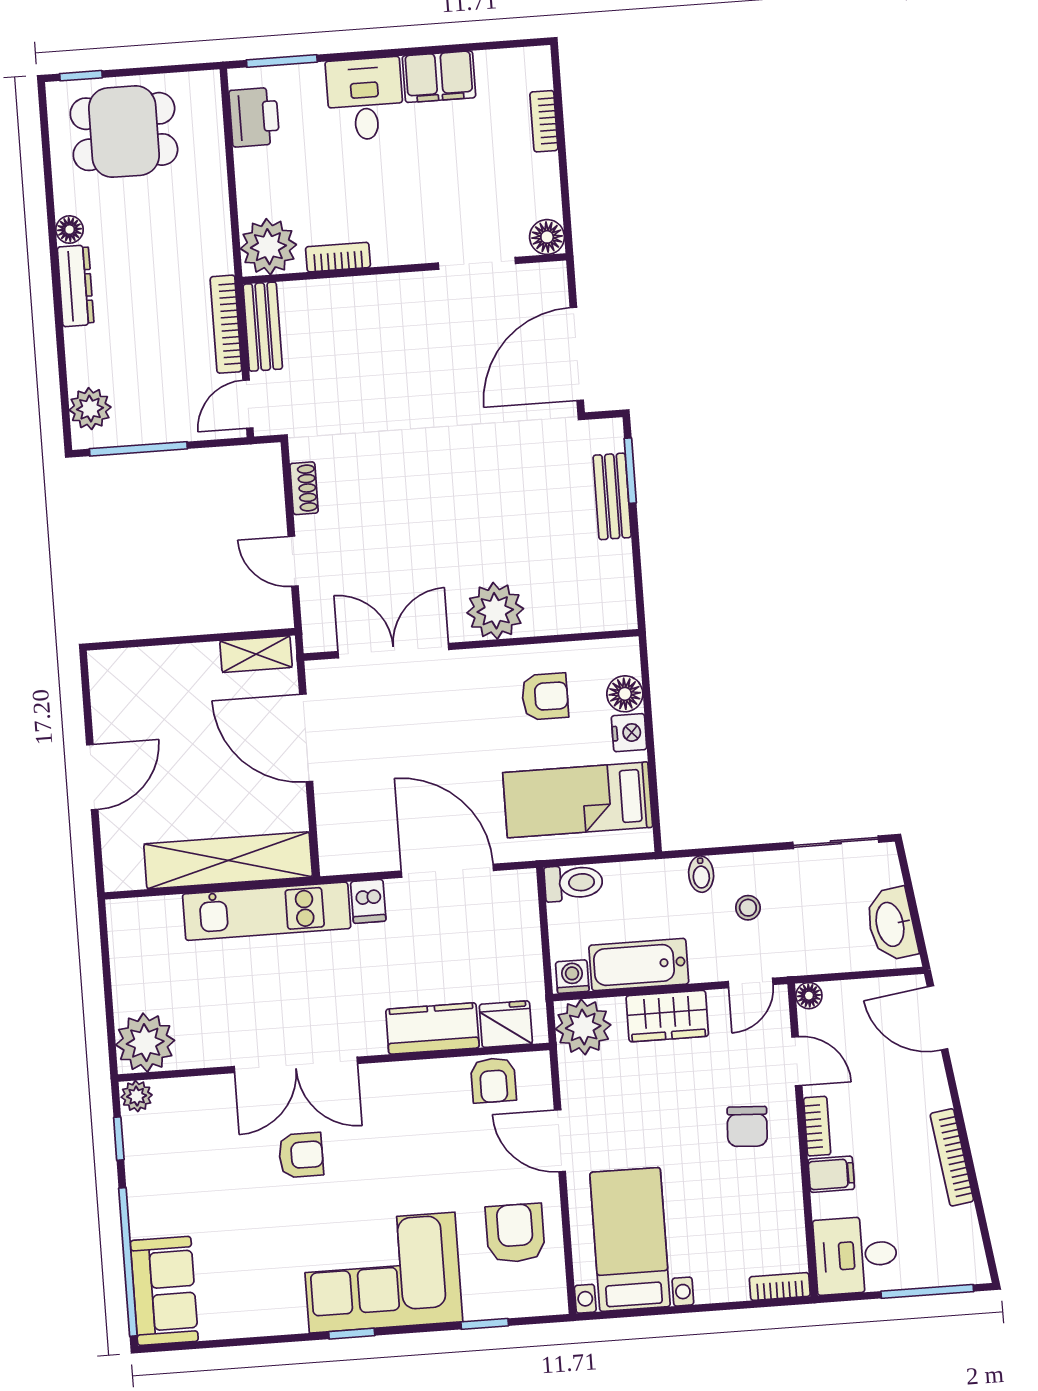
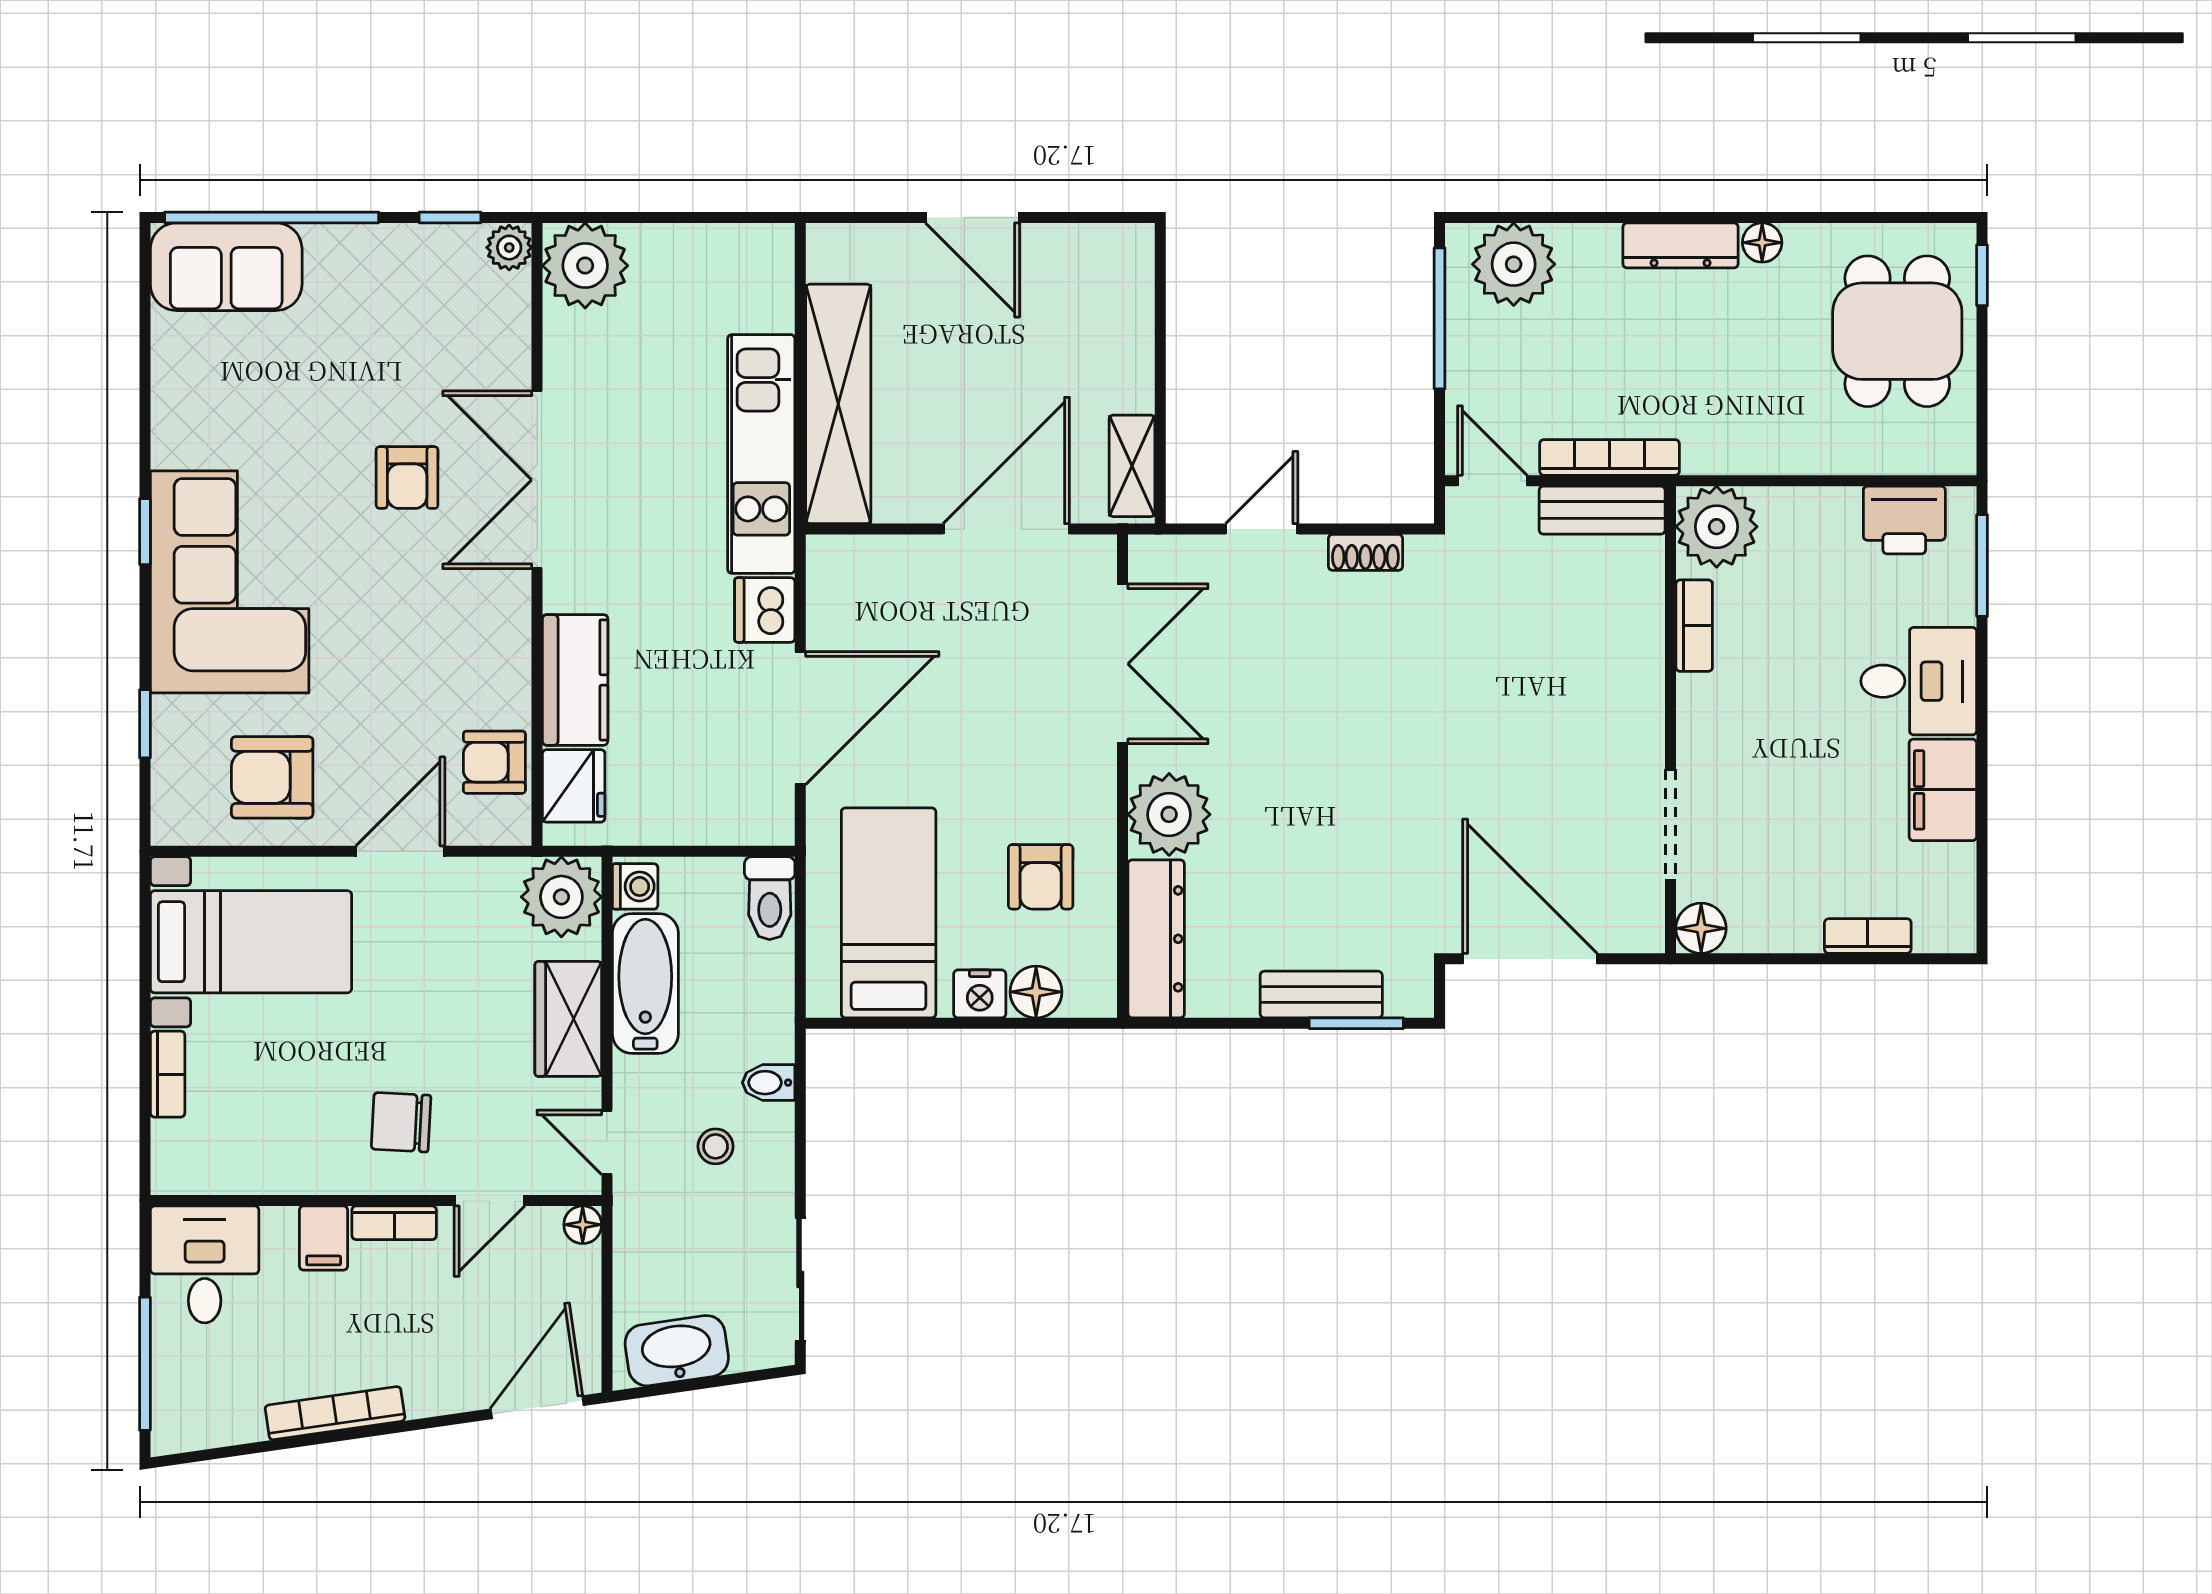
plant: (90, 409) -> (1514, 264), width x1.36, depth x1.36
dresser: (582, 613) -> (1156, 939), added
dishwasher: (368, 901) -> (765, 610), width x1.38
armchair: (515, 1233) -> (272, 777), turned 180
bookcase: (780, 1286) -> (168, 1074), moved

